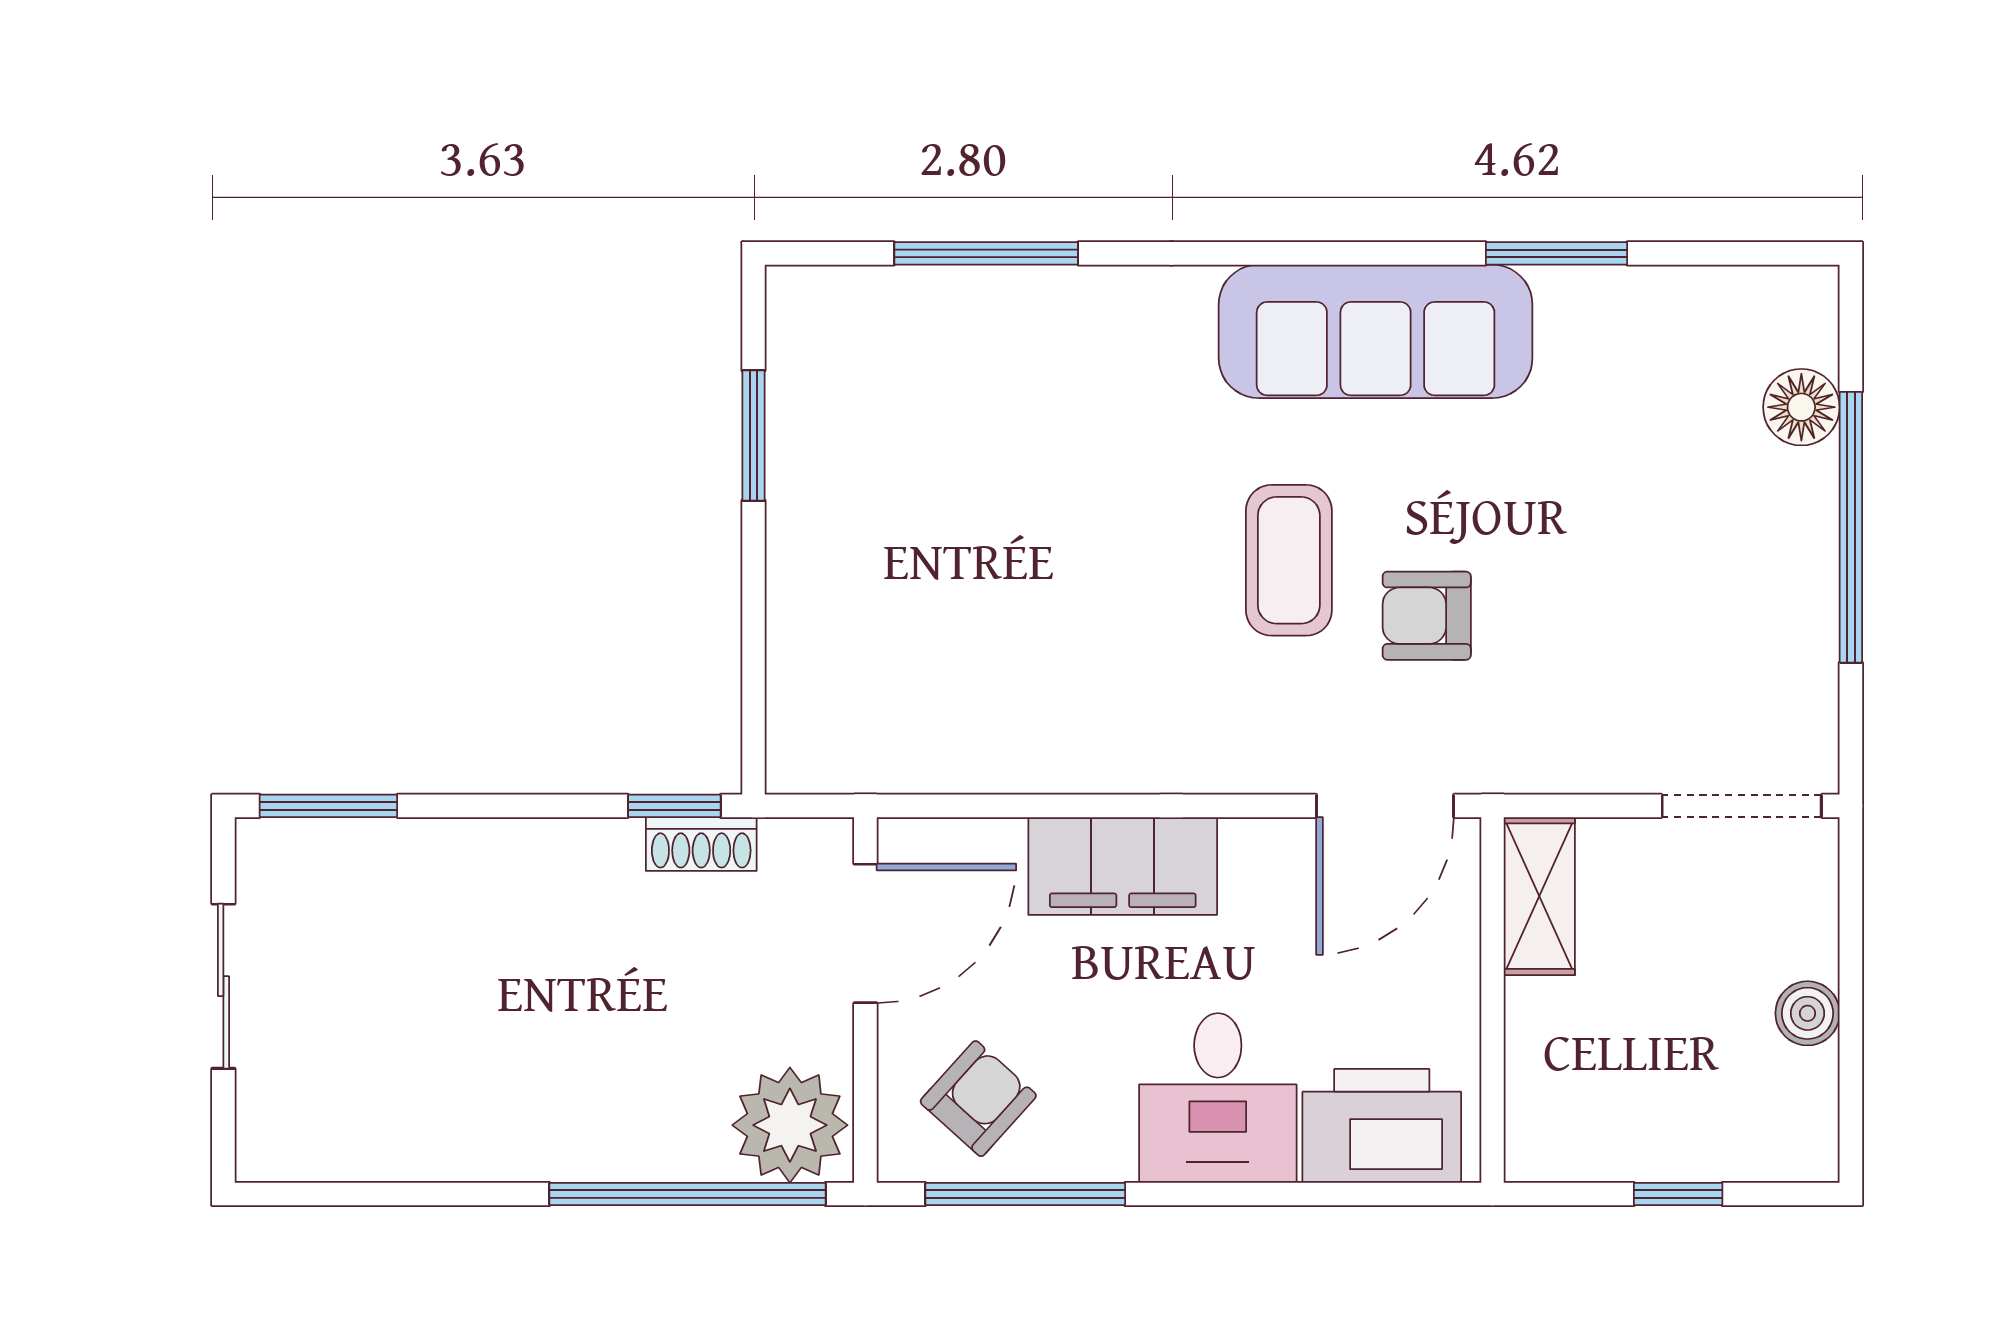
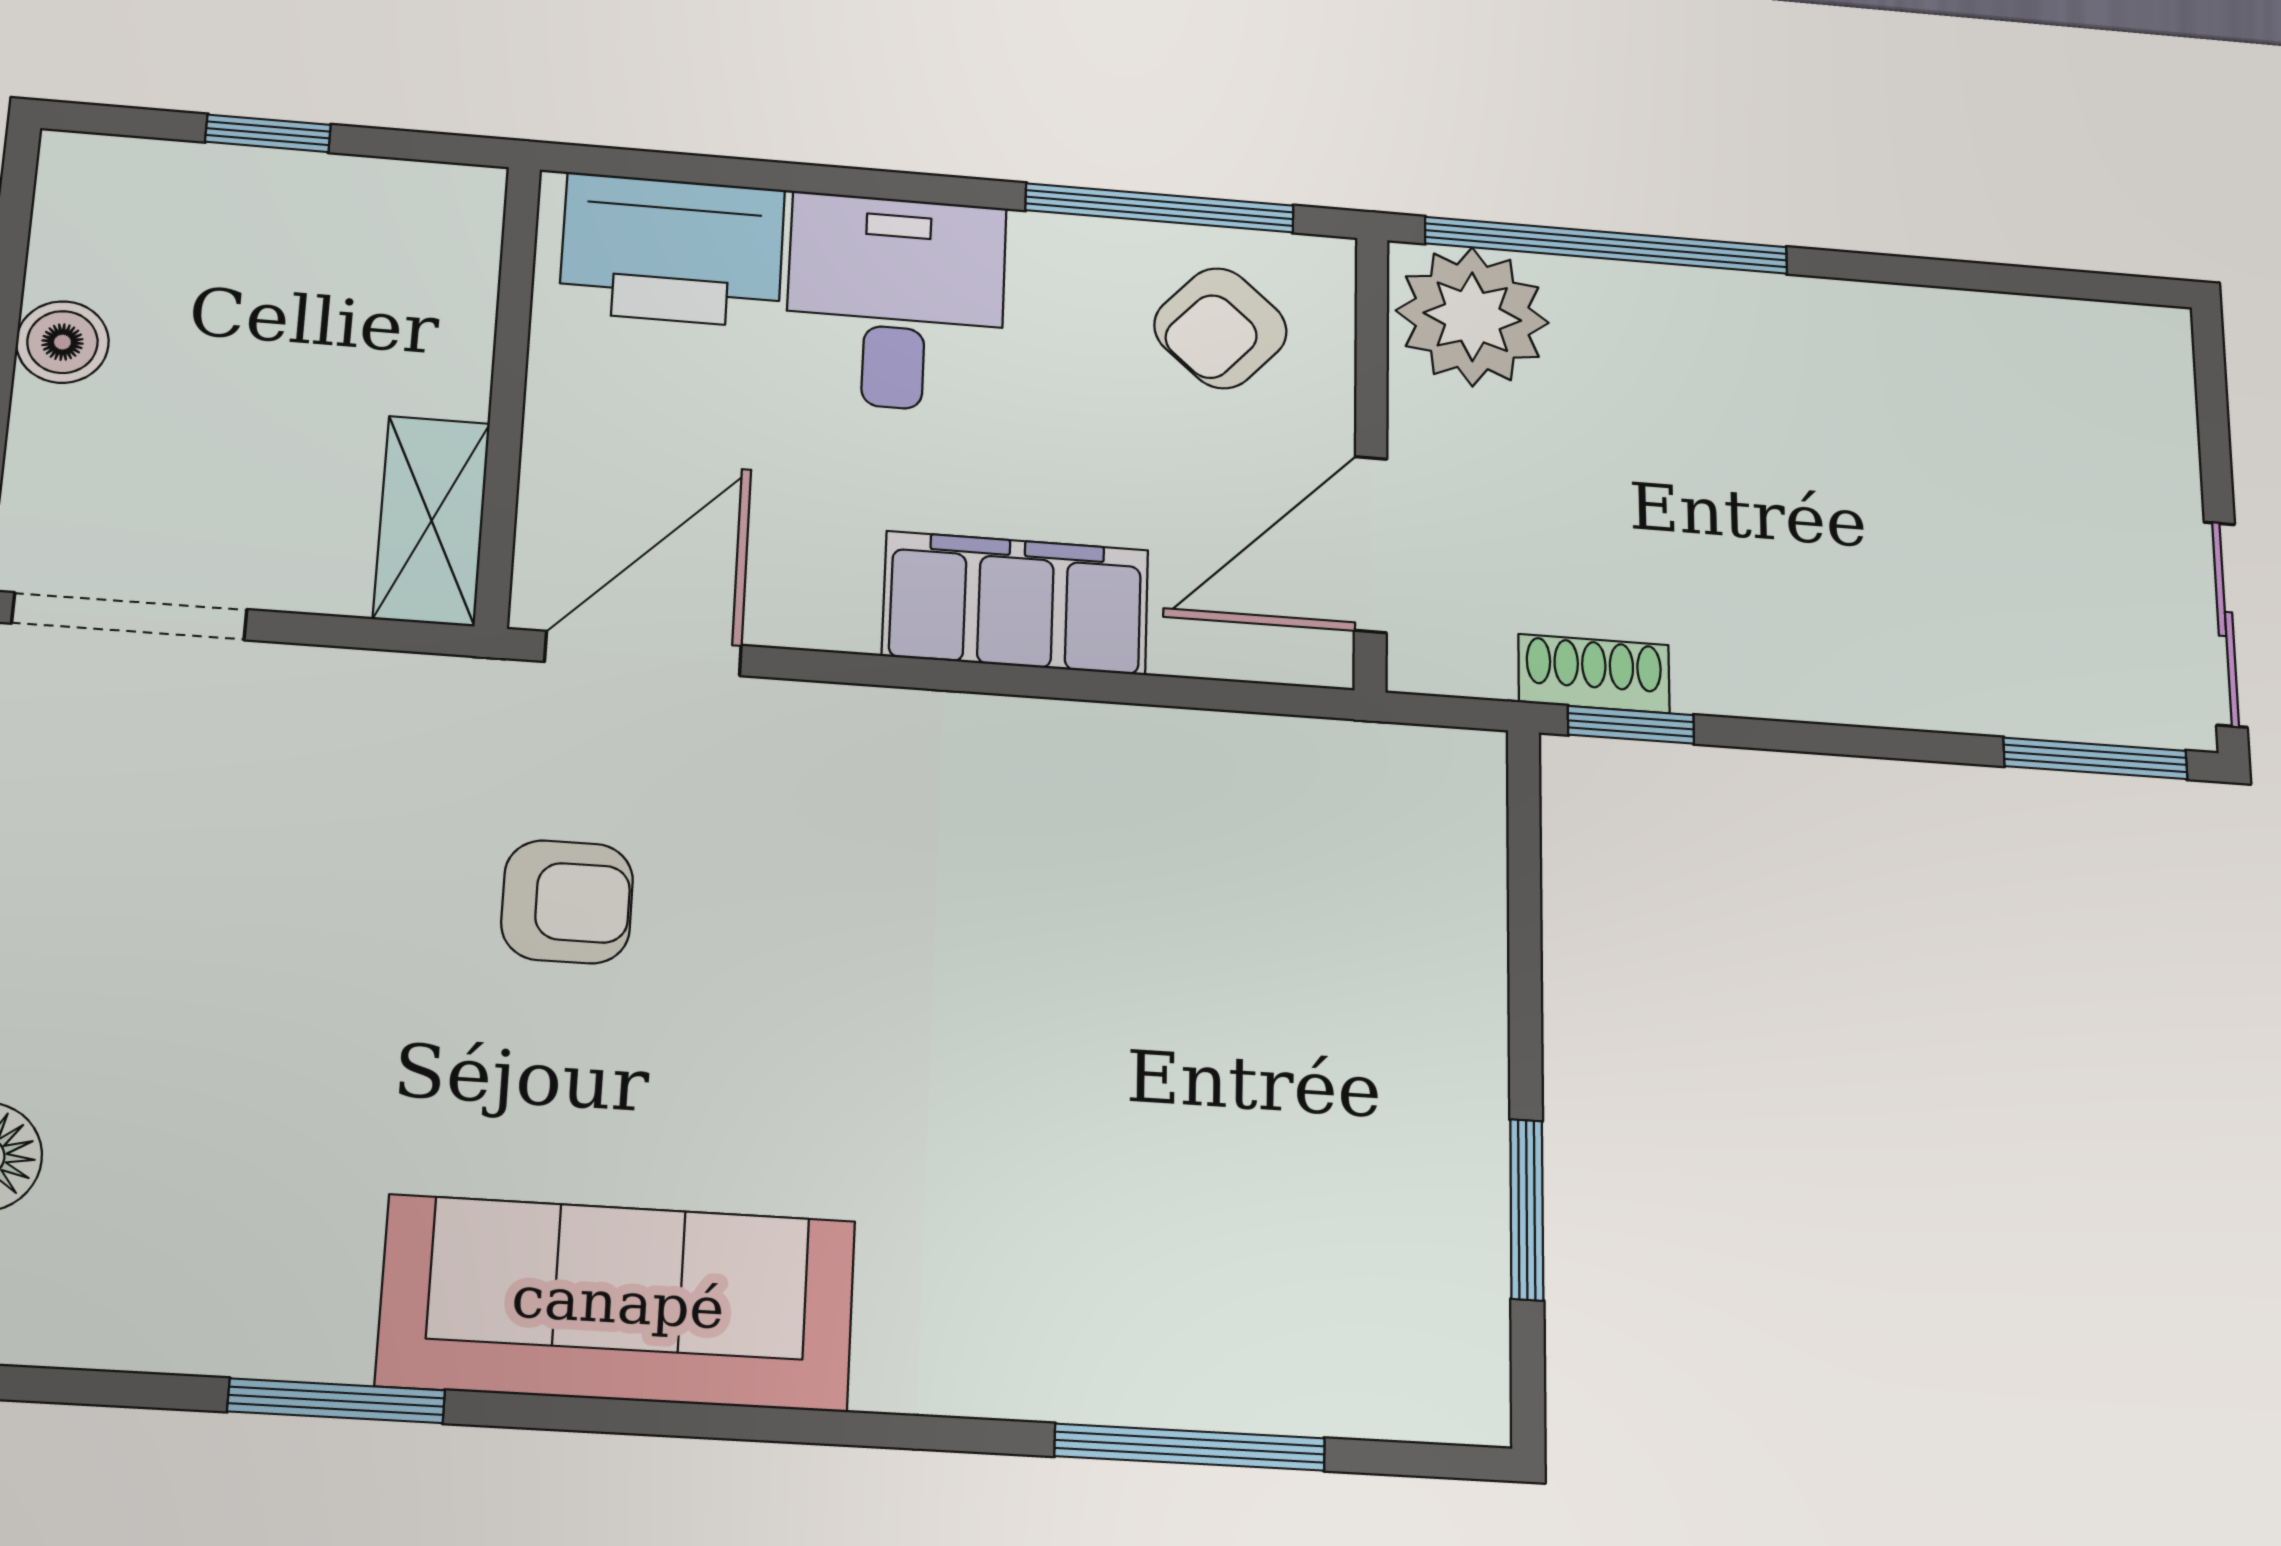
coffee table: (1289, 560) -> (763, 990), removed
sliding door: (223, 986) -> (2226, 624), moved

